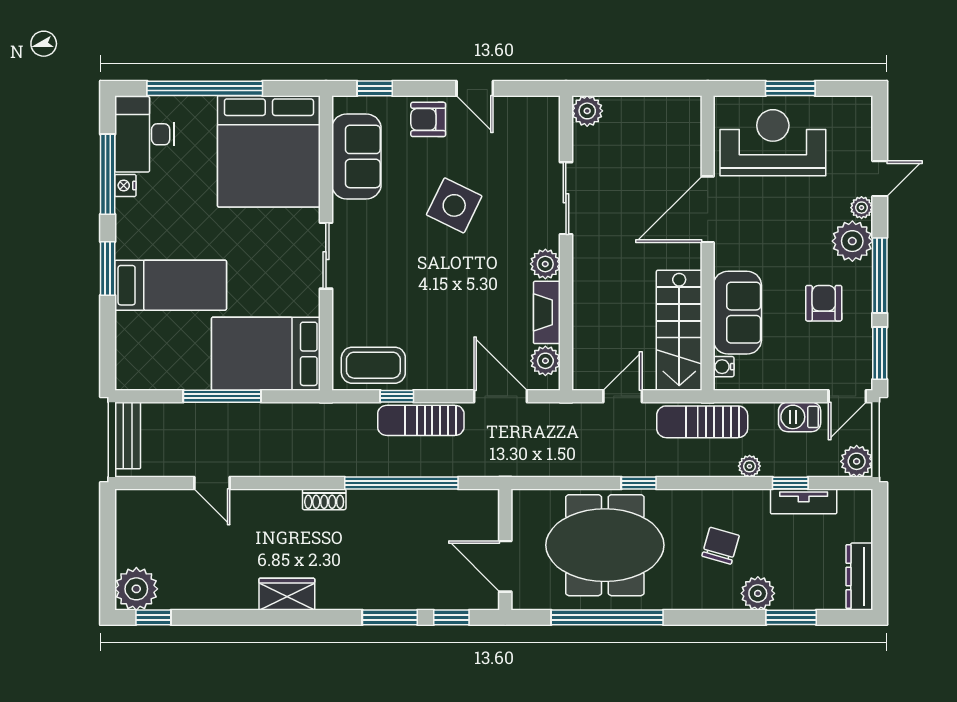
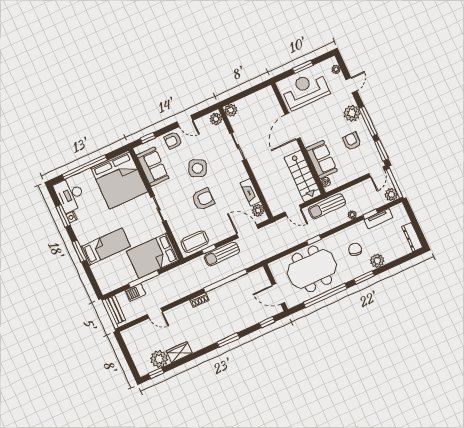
window: (108, 174) -> (63, 216), width x0.69
plant: (862, 208) -> (336, 69), moved
plant: (545, 264) -> (216, 119), moved
armchair: (435, 280) -> (203, 199), added
door: (623, 396) -> (293, 210), swing flipped
barbecue: (800, 417) -> (135, 292), moved
plant: (136, 589) -> (159, 359), moved
wardrobe: (287, 594) -> (179, 352), moved
window: (390, 617) -> (228, 340), moved
window: (791, 617) -> (364, 278), moved

